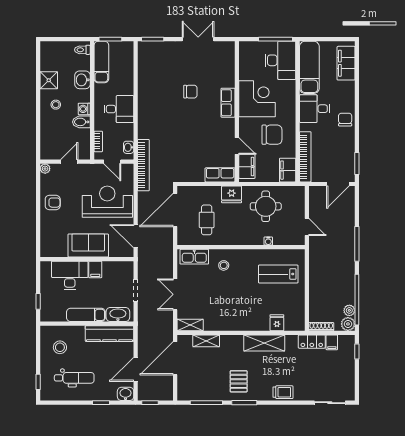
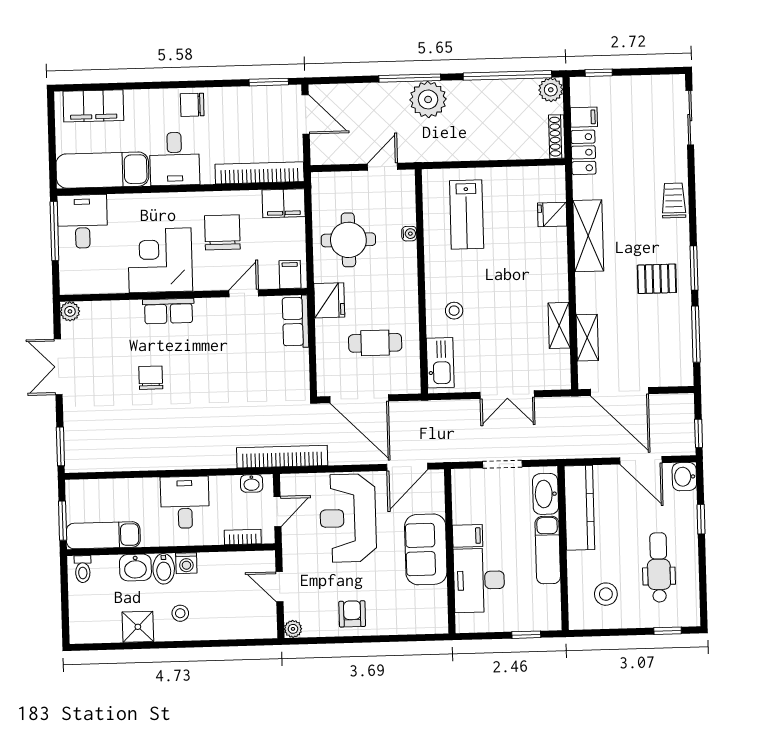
plant: (229, 47) -> (70, 311), added
desk: (280, 60) -> (82, 221), width x0.73
bidet: (81, 122) -> (164, 569), moved
filing cabinet: (247, 167) -> (290, 274), width x0.50
plant: (349, 310) -> (428, 99), moved, width x1.87, depth x1.87
shelving: (190, 325) -> (559, 325), moved

